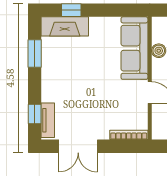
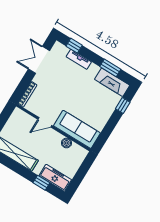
fireplace: (65, 26) -> (112, 82), moved, turned -90
tv unit: (48, 120) -> (79, 59), moved

